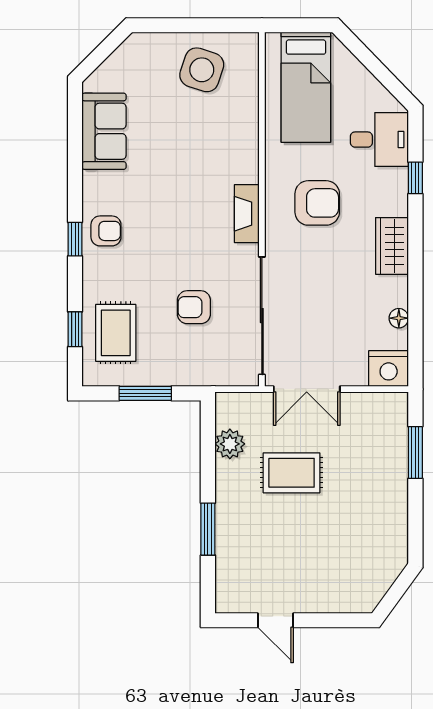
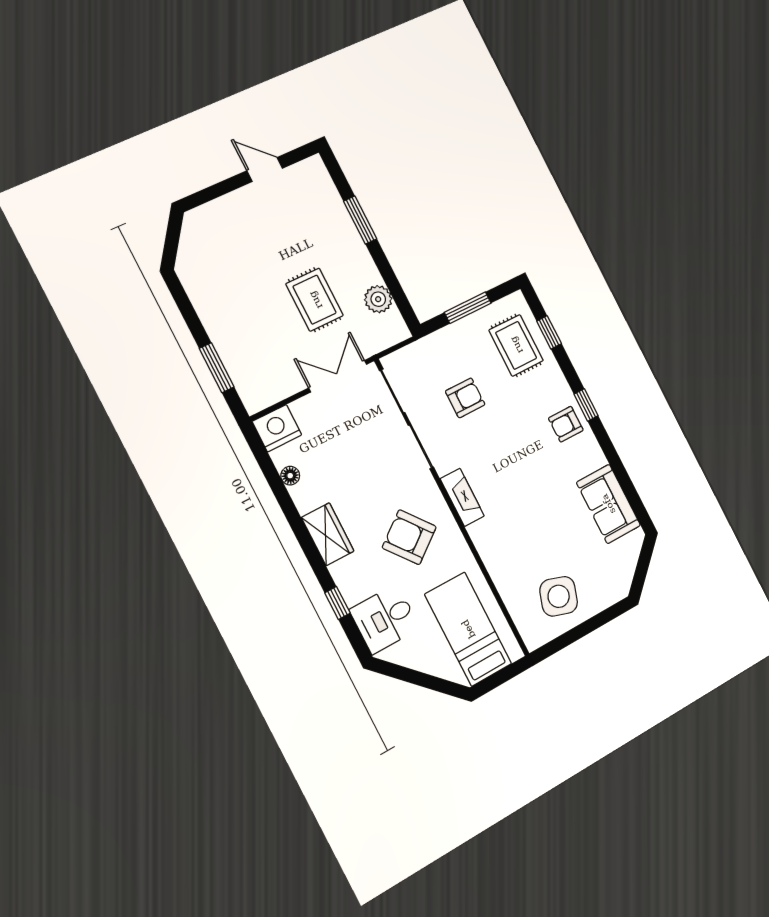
armchair: (317, 203) -> (409, 537), turned 52
rug: (292, 473) -> (315, 300), turned 90

